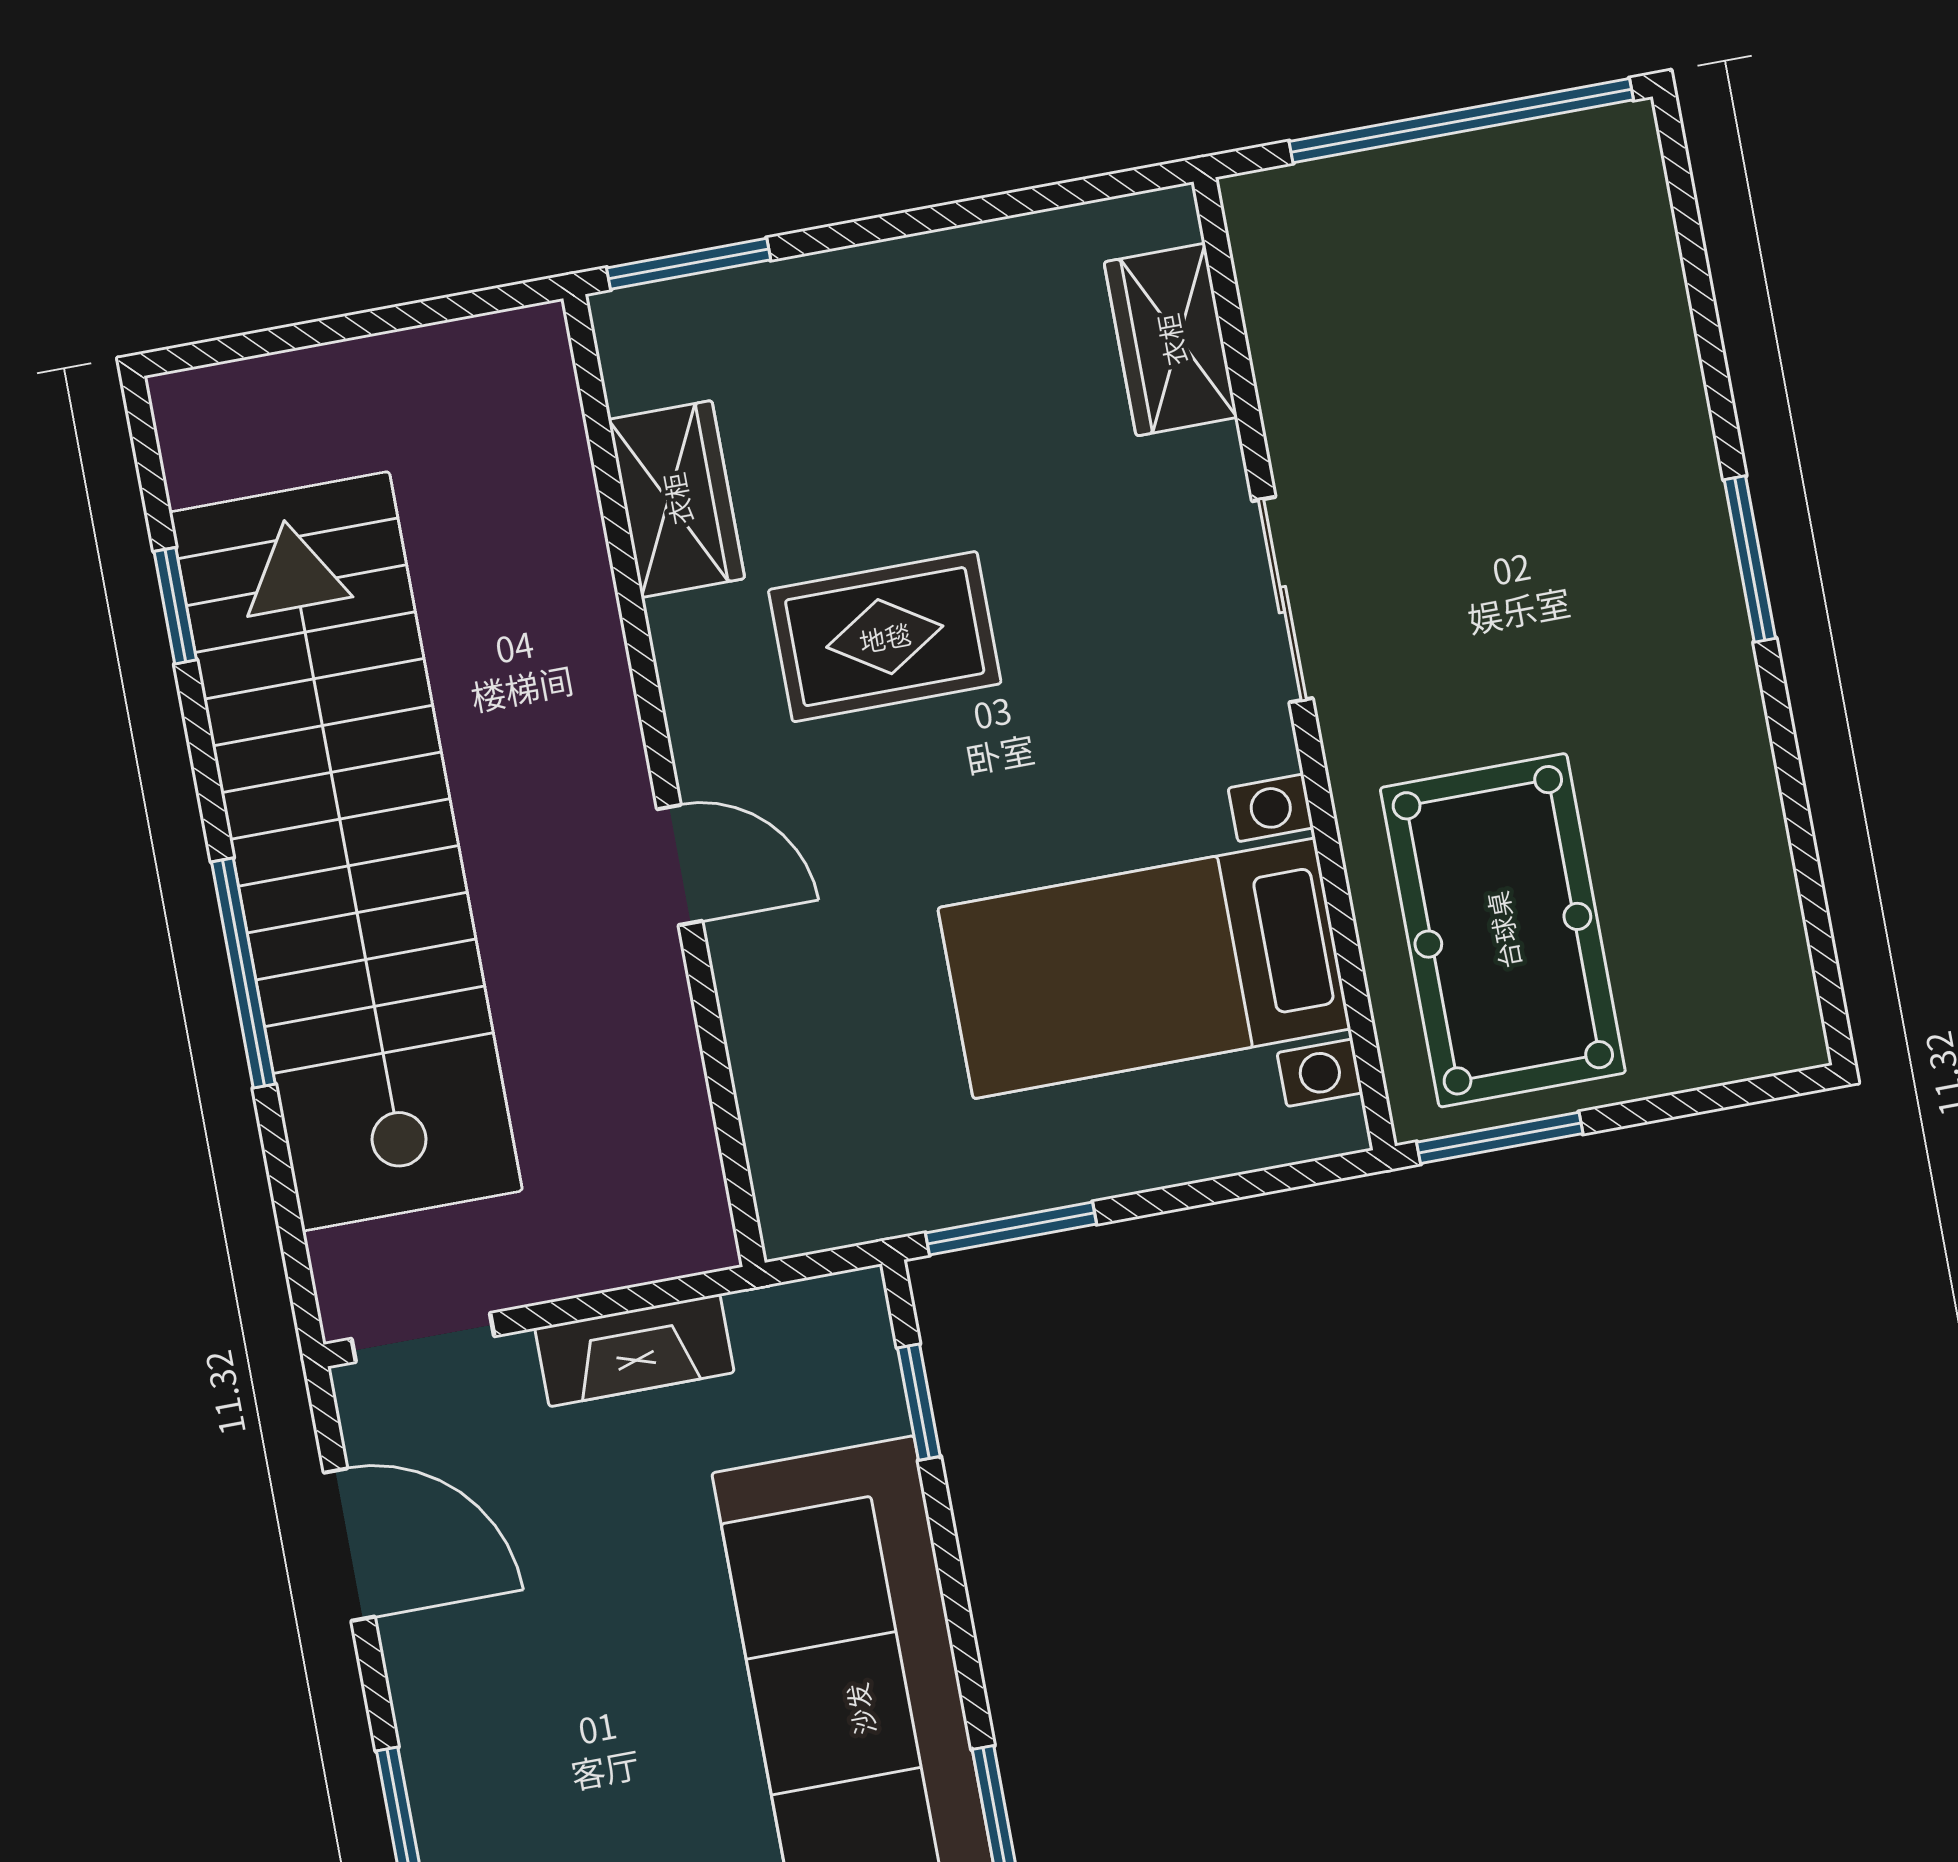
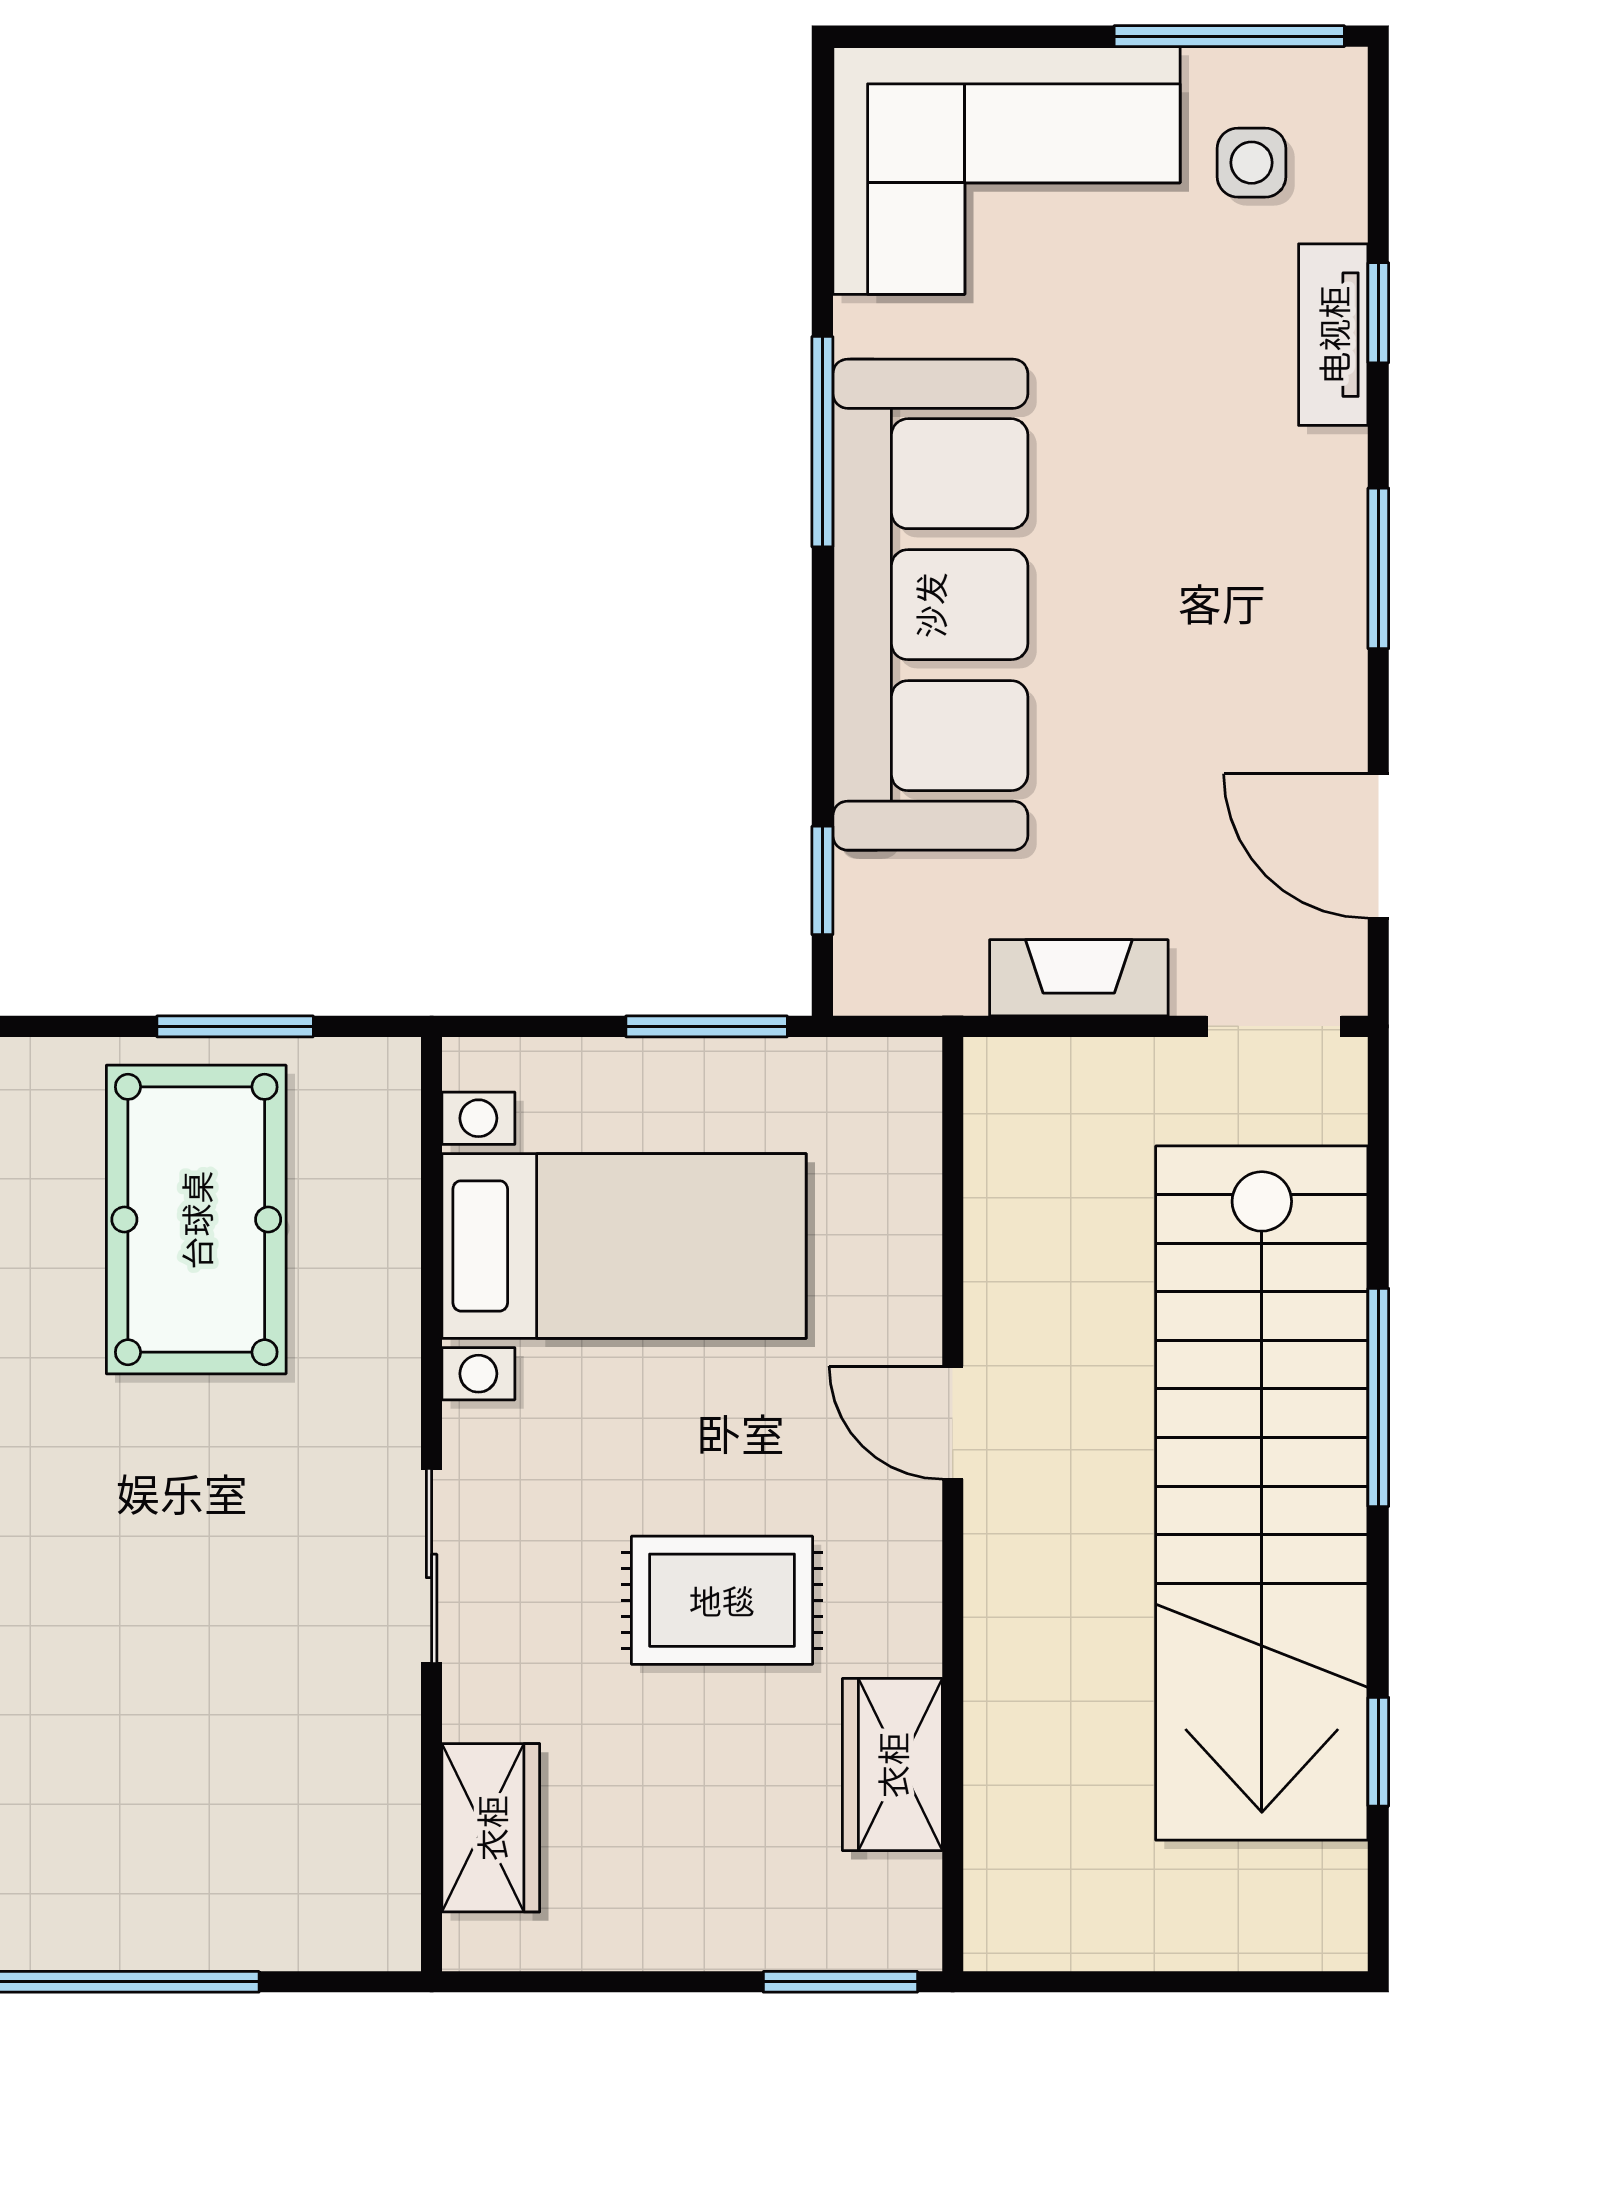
wardrobe: (1171, 340) -> (491, 1828), moved
sliding door: (1282, 600) -> (432, 1566), moved
wall: (1294, 664) -> (432, 1504), moved
bed with nightstands: (1144, 968) -> (624, 1246), moved

